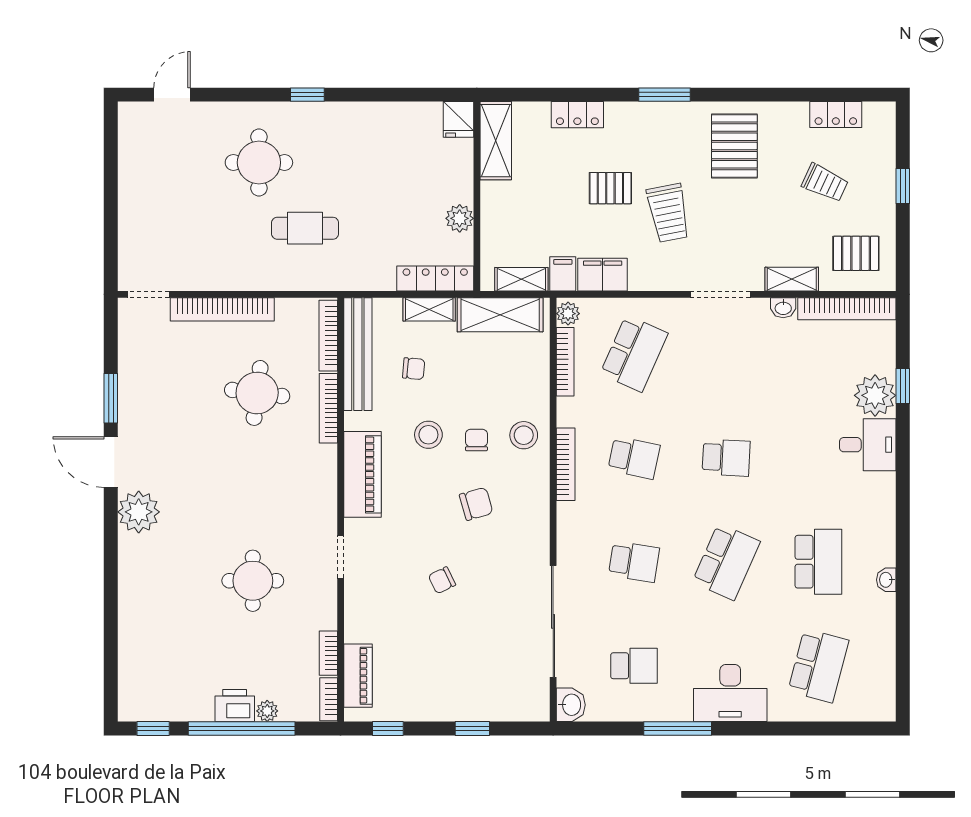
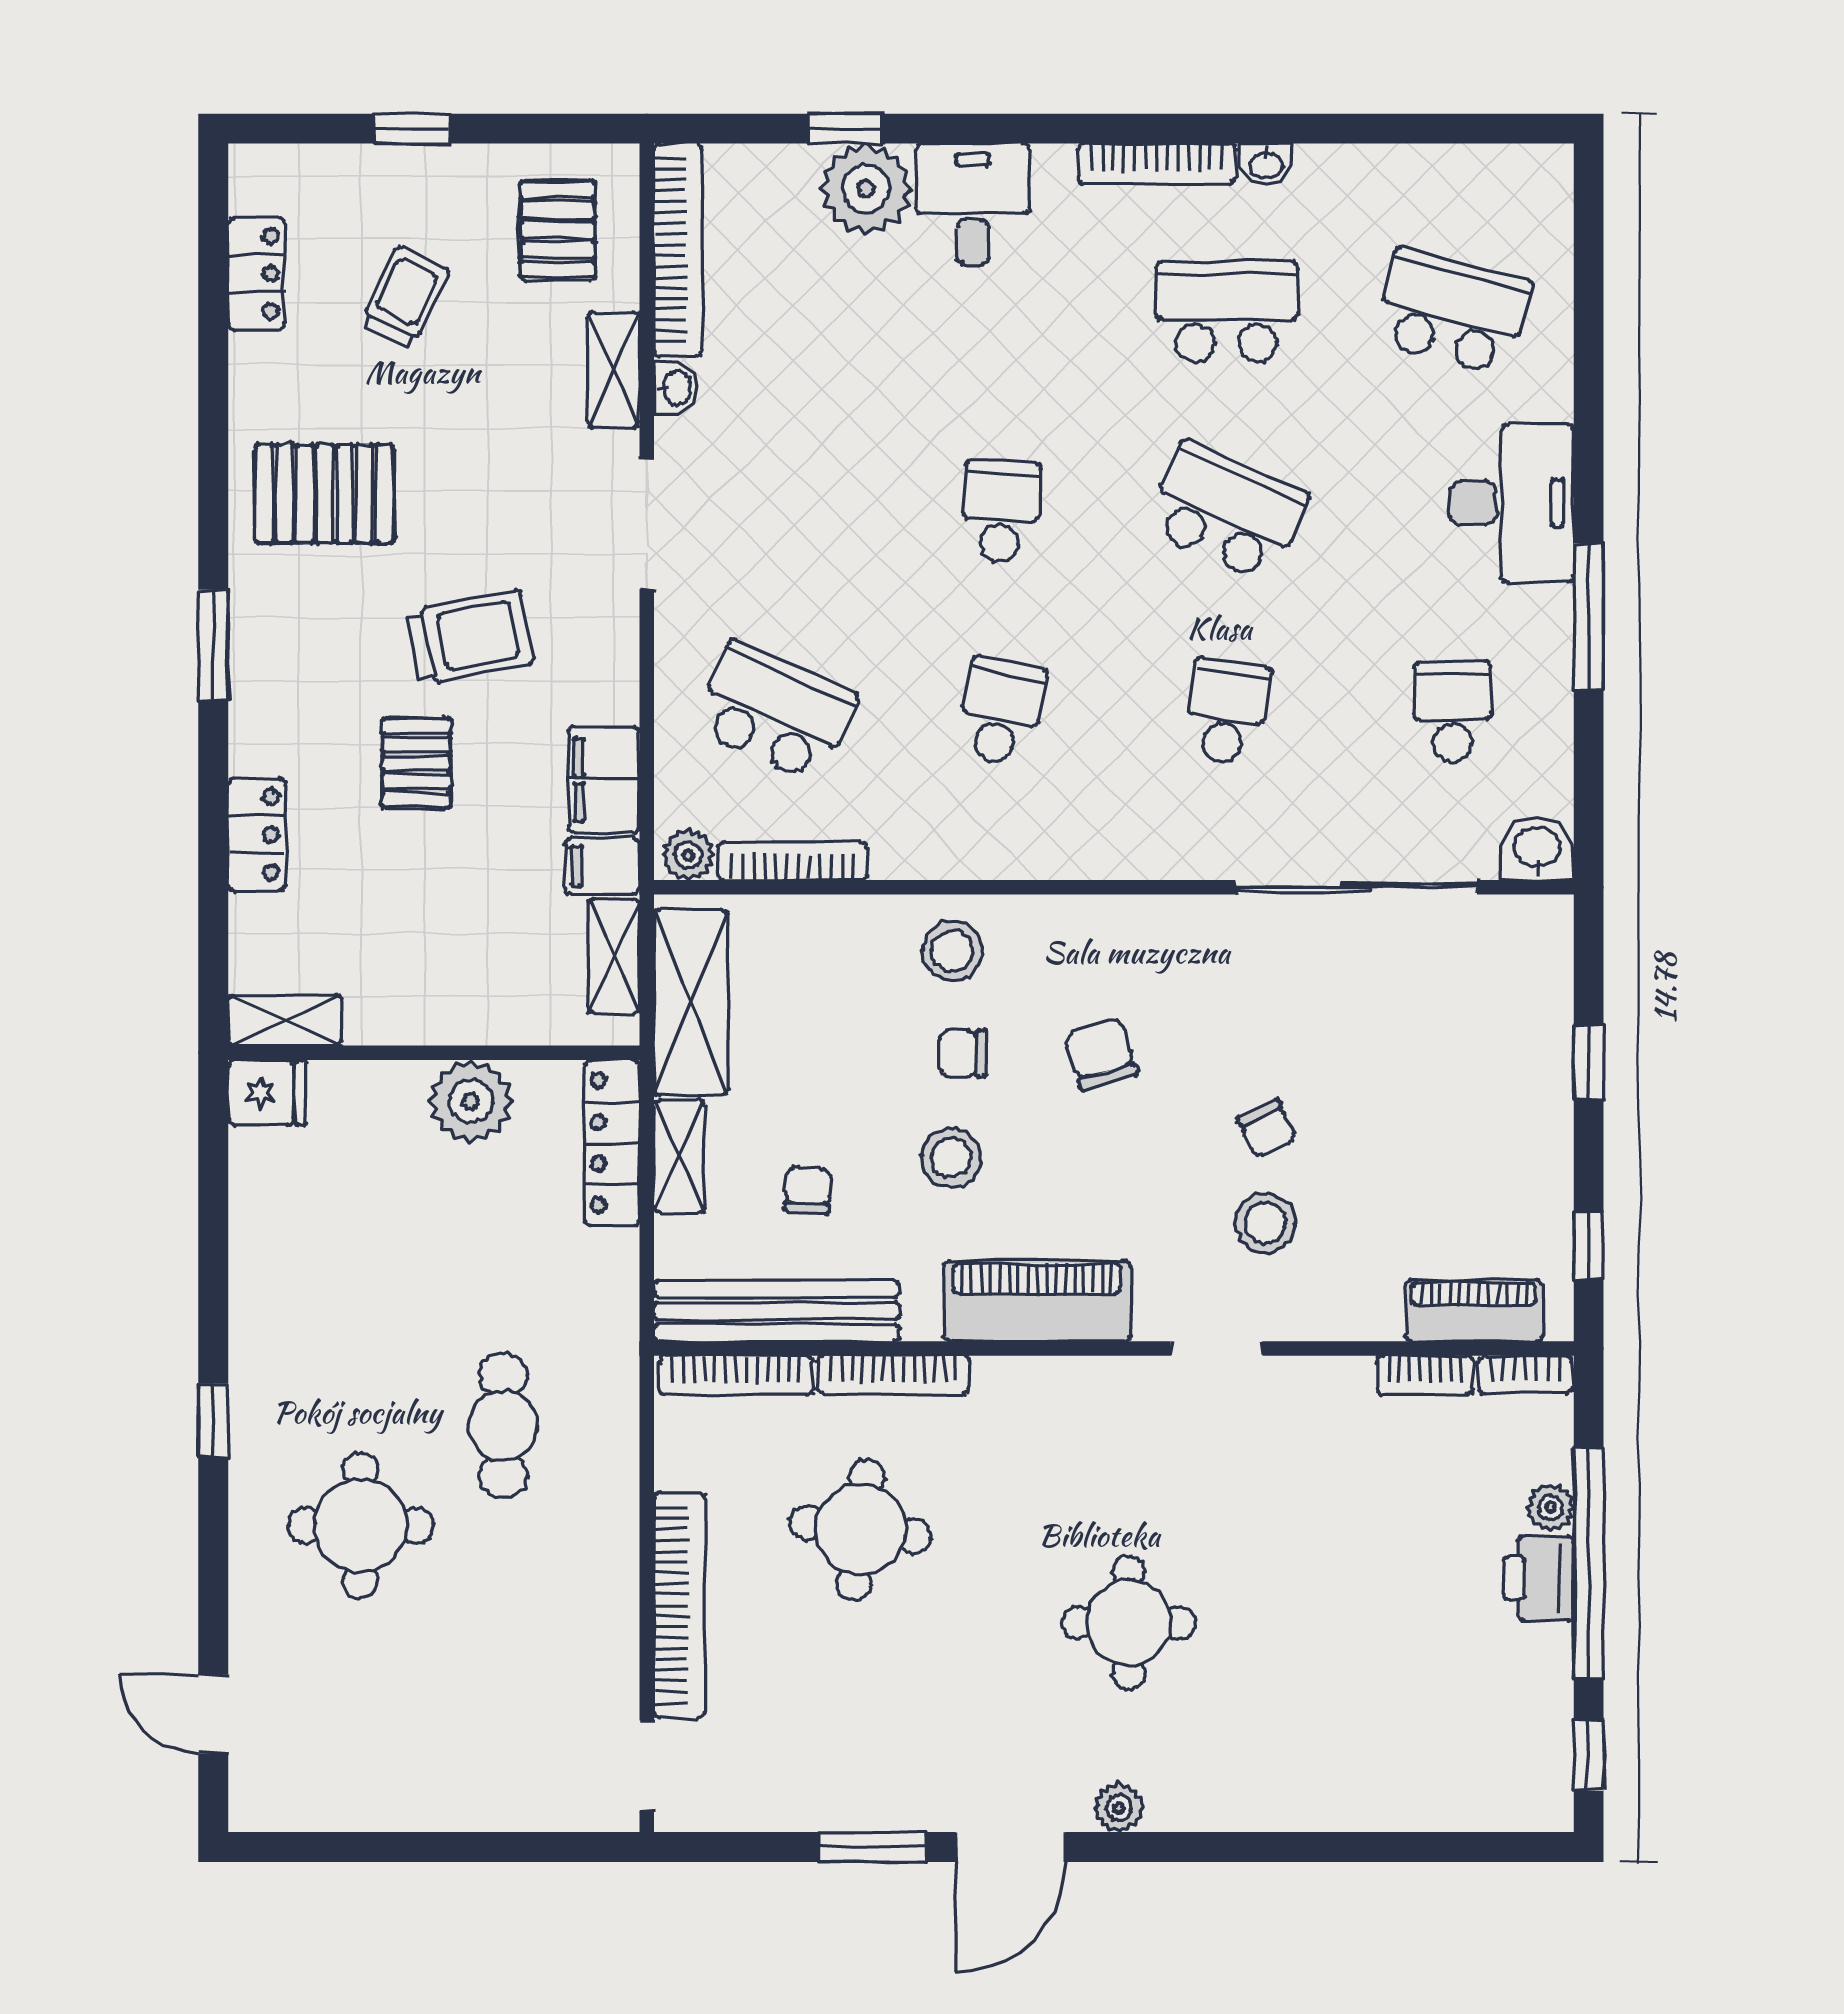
shelving: (496, 141) -> (285, 1020), width x0.67, depth x0.75
plant: (460, 218) -> (471, 1101), width x1.36, depth x1.36
bookcase: (566, 464) -> (1156, 164), moved, turned 180
plant: (139, 512) -> (1119, 1808), width x0.53, depth x0.53
stool: (398, 579) -> (1265, 1223), added
round table: (253, 581) -> (1129, 1623), moved

